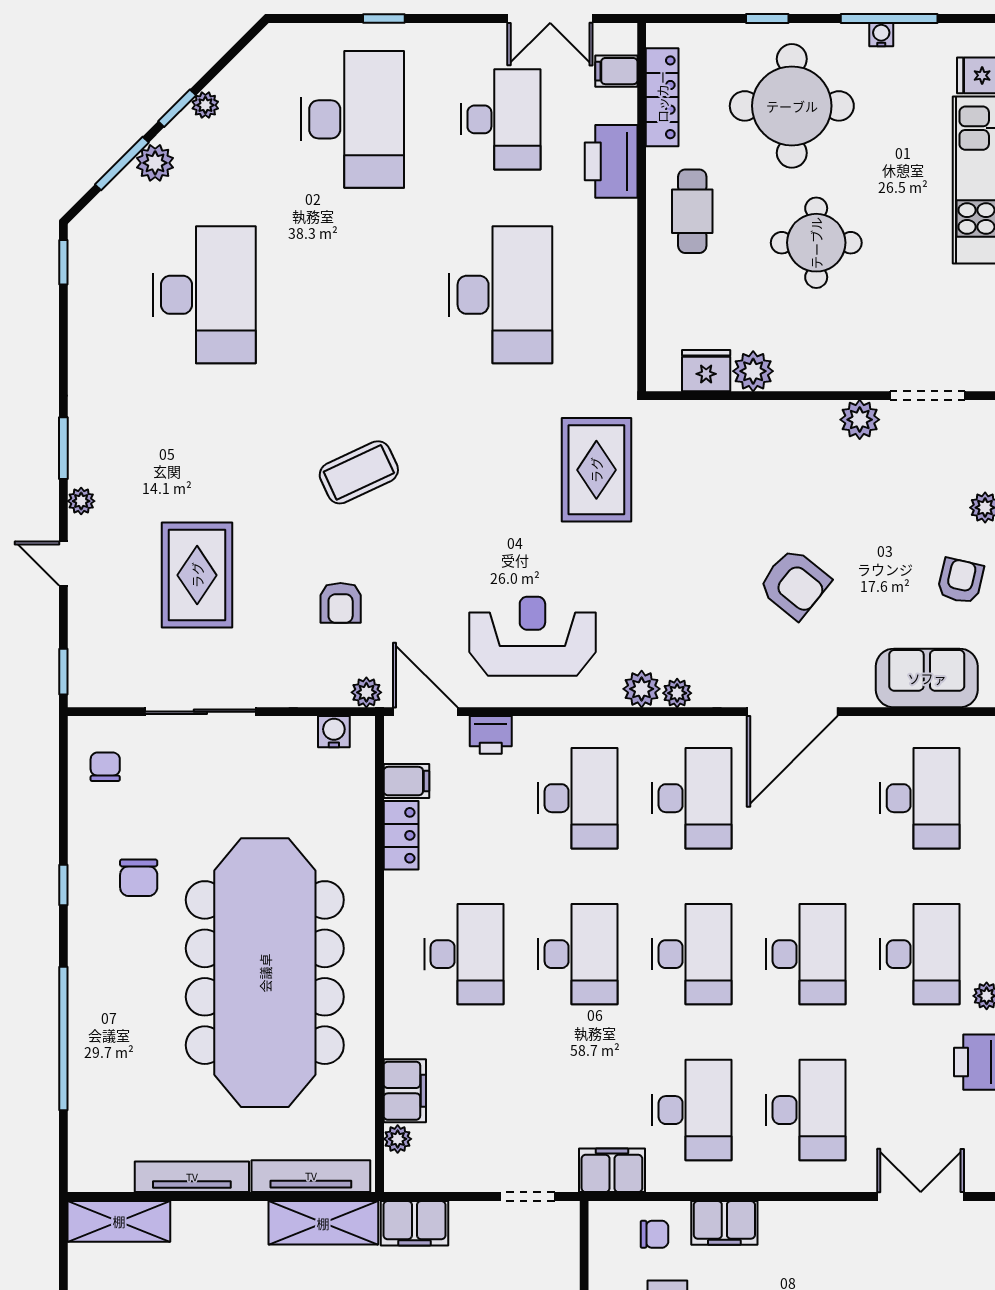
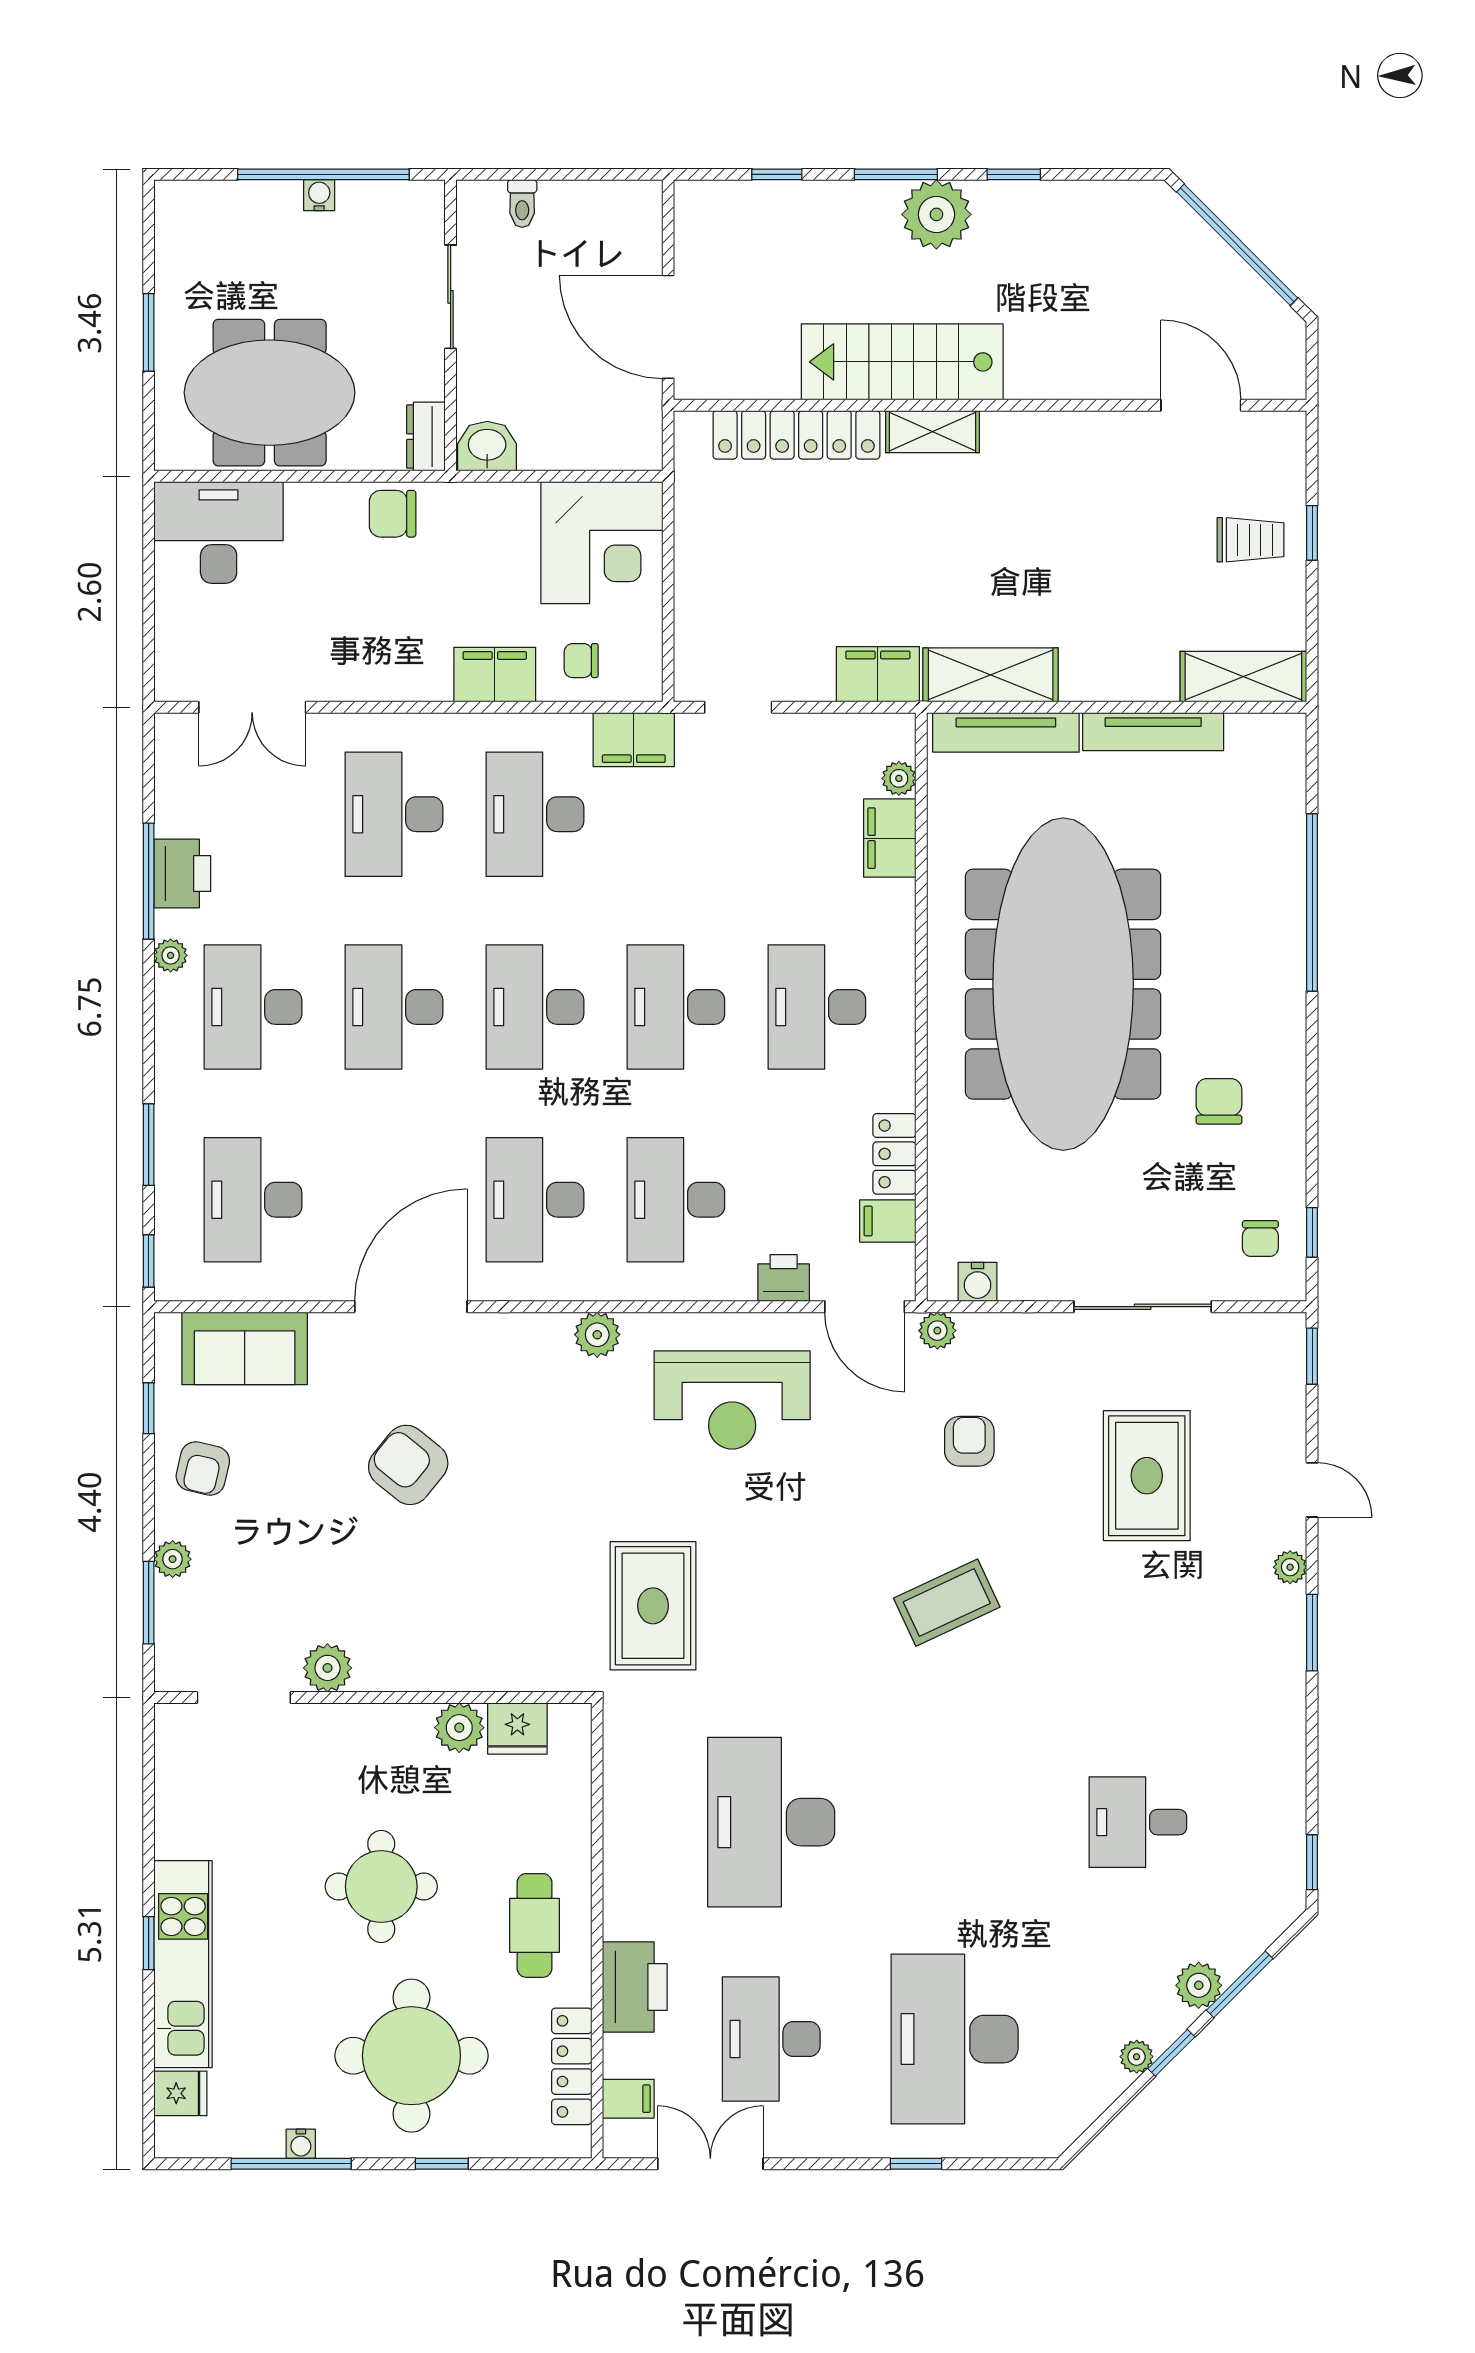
desk: (204, 295) -> (1138, 1822), width x0.53, depth x0.77
plant: (677, 693) -> (553, 1330), removed
window: (63, 885) -> (1312, 1232), moved

